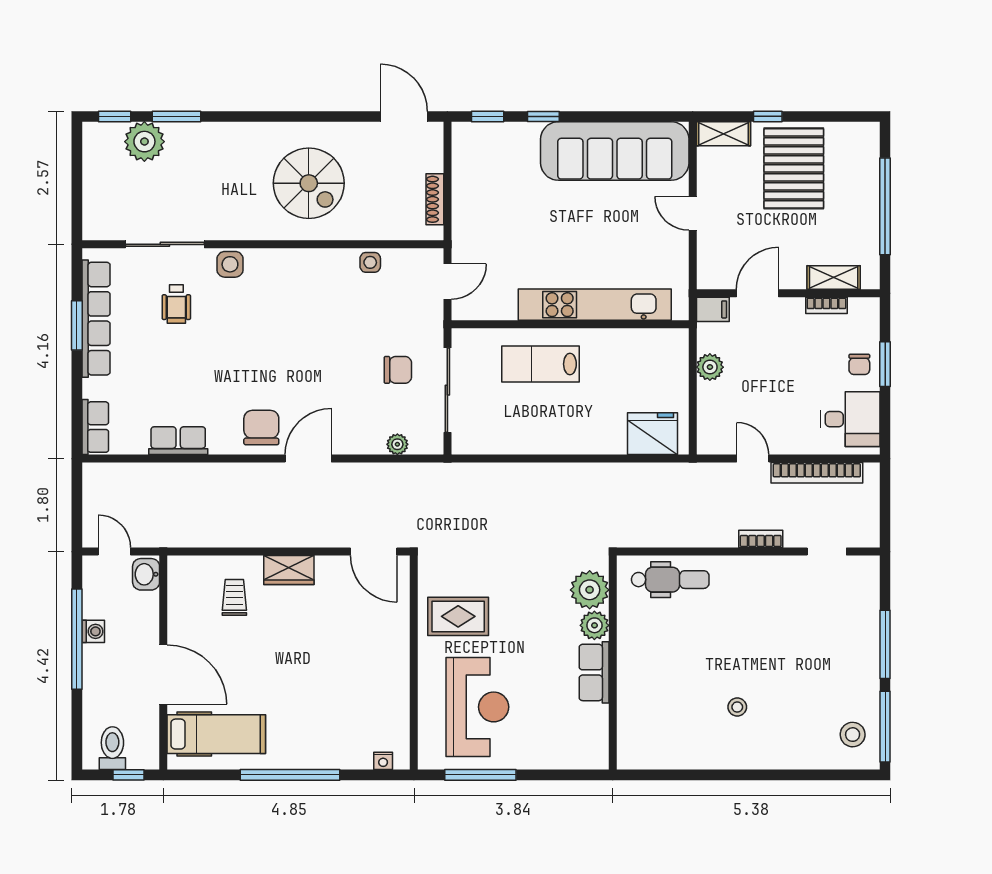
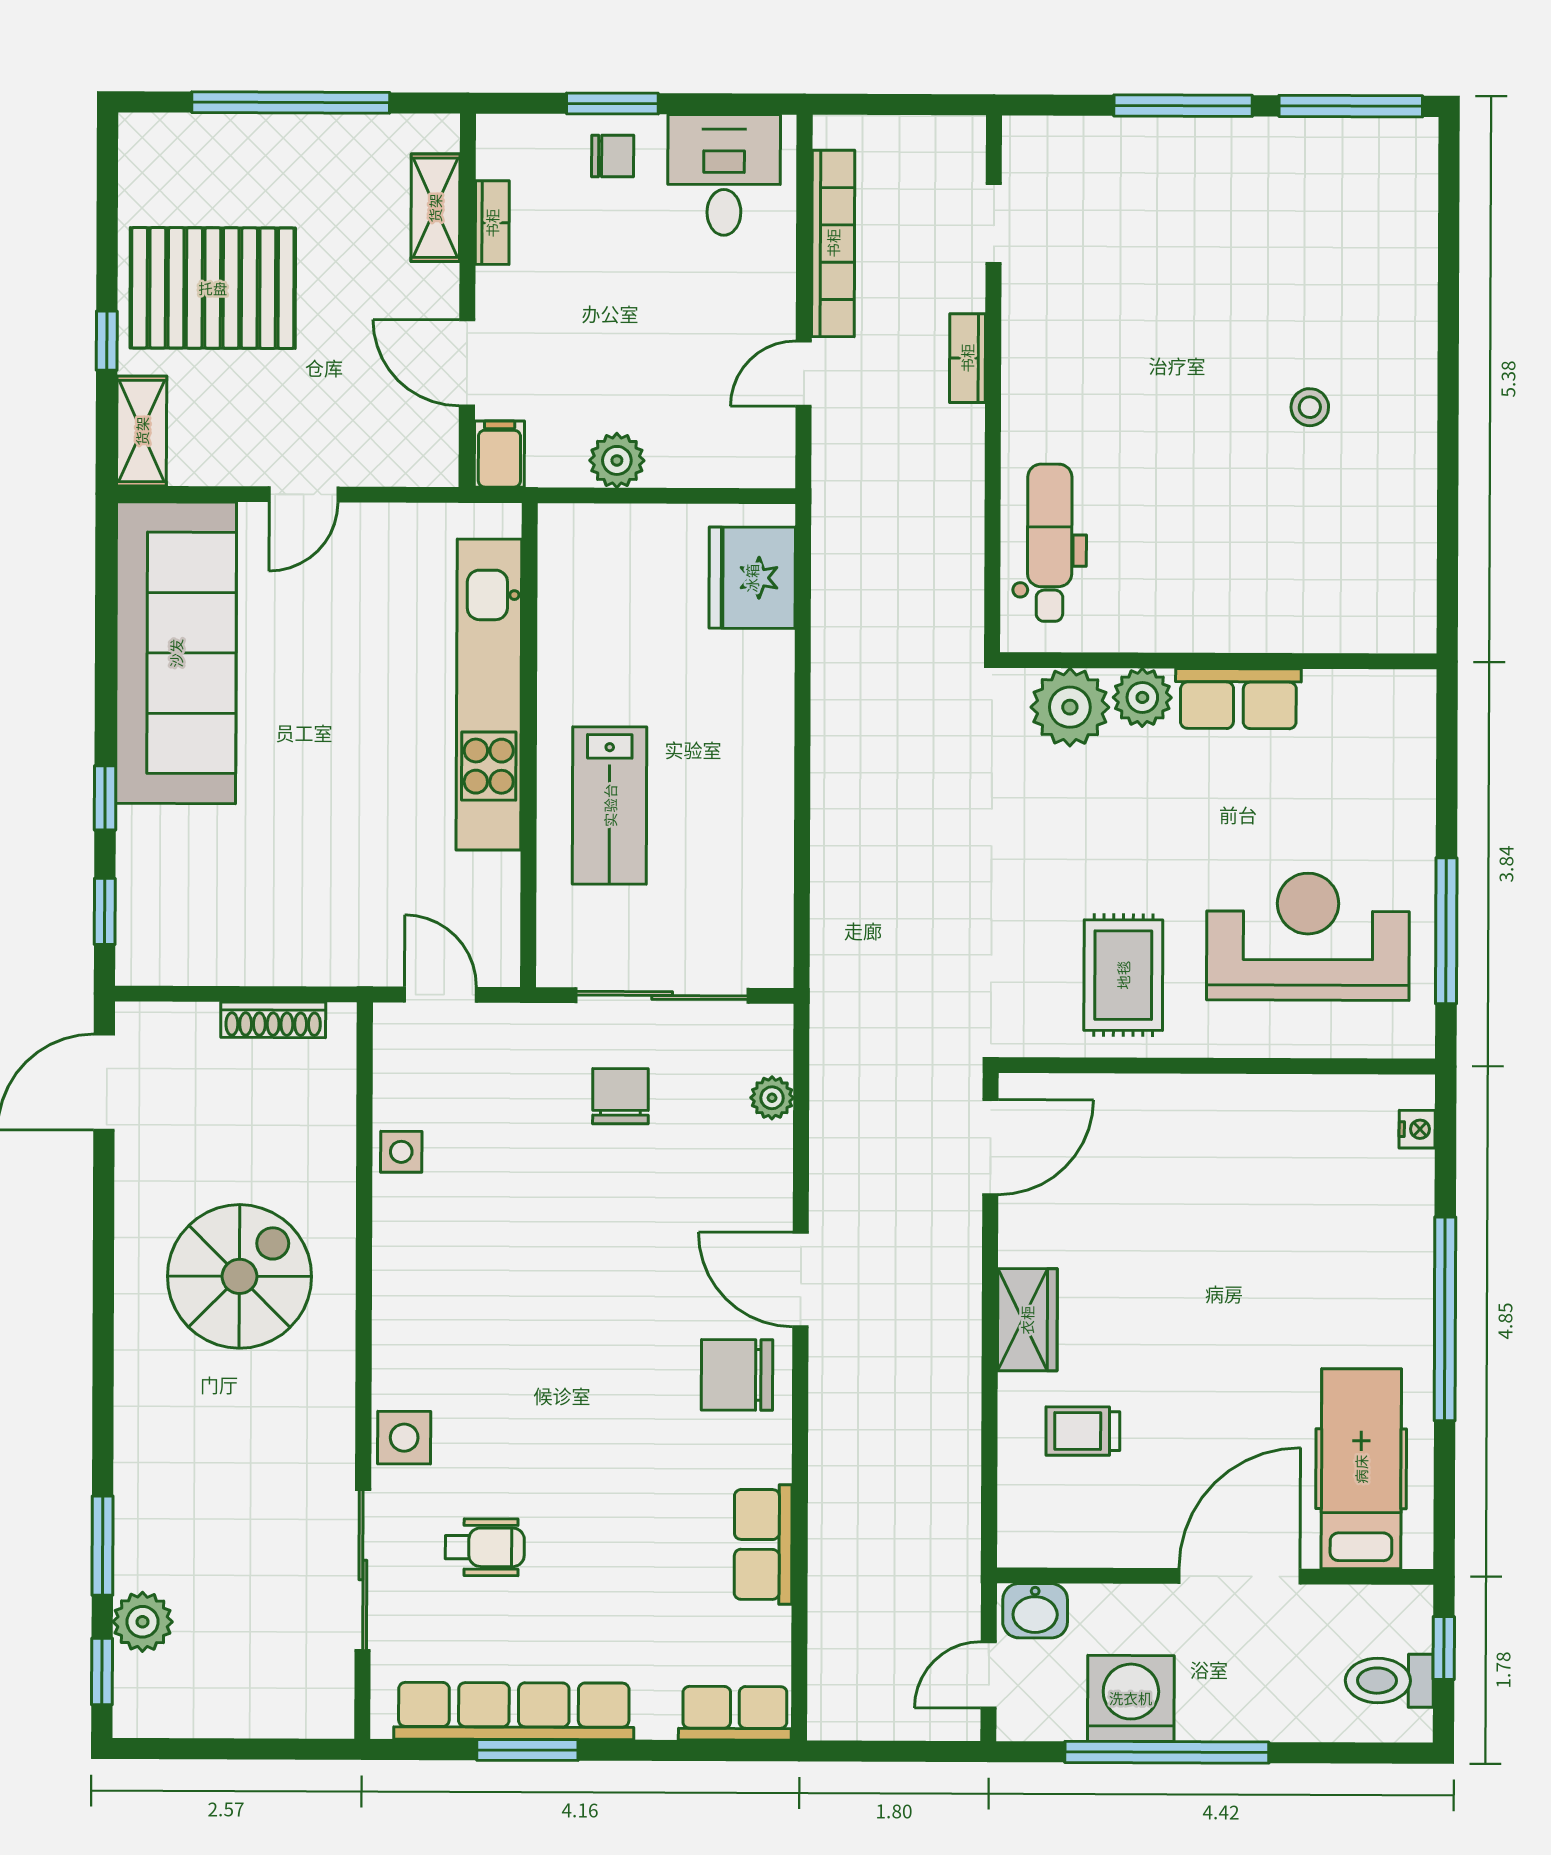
plant: (144, 142) -> (143, 1622), width x0.73, depth x0.73
washing machine: (93, 631) -> (1131, 1698), width x1.89, depth x1.89
stool: (853, 735) -> (1367, 172), removed

